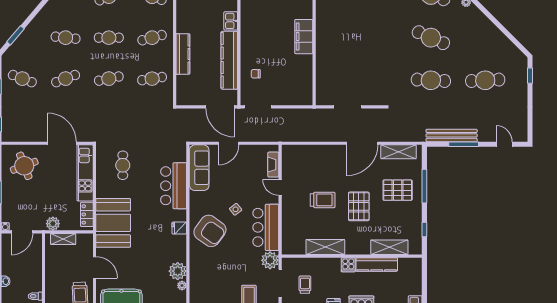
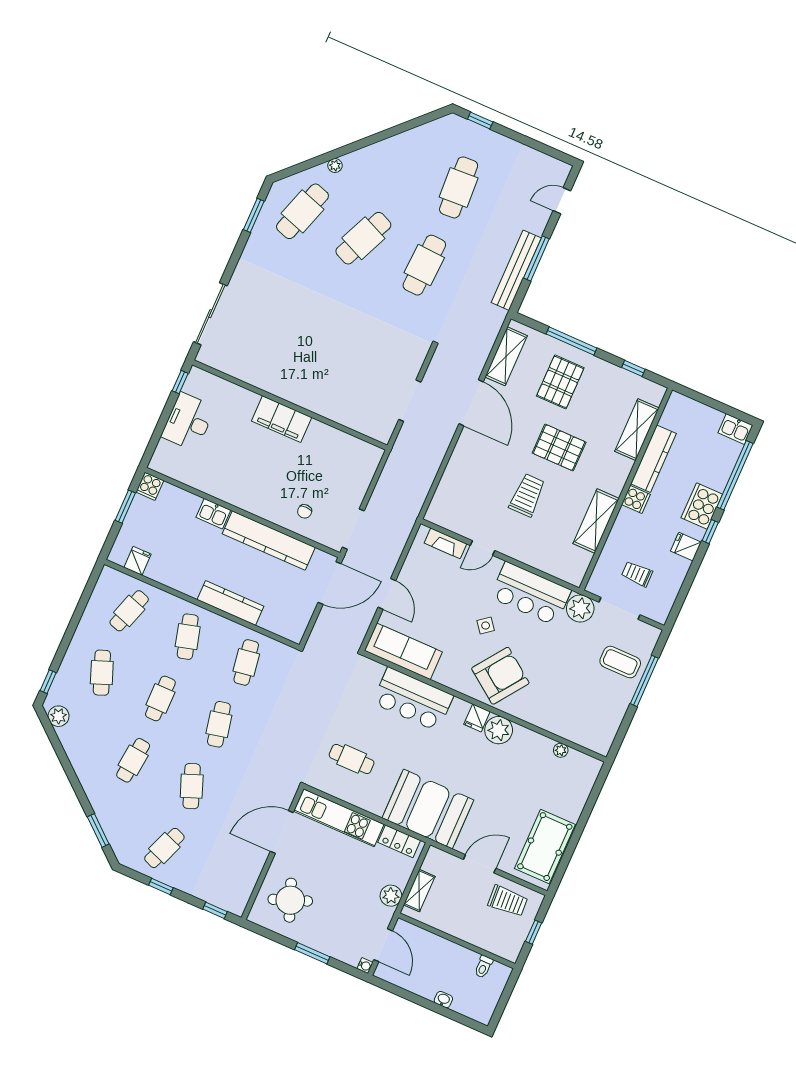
plant: (178, 271) -> (499, 730), moved

